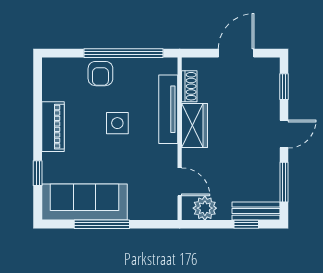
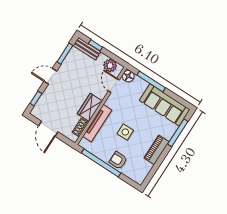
door: (236, 53) -> (48, 129), hinge flipped
armchair: (100, 74) -> (118, 160), turned -90
window: (38, 173) -> (178, 133), width x2.17
floor lamp: (167, 210) -> (128, 76), added
window: (102, 224) -> (151, 81), moved

